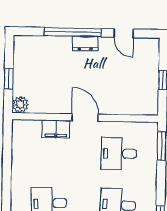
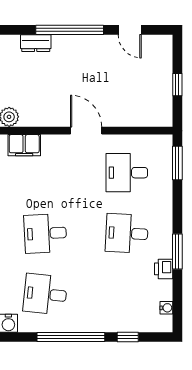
dresser: (85, 44) -> (36, 43), moved
filing cabinet: (56, 129) -> (24, 145), moved

